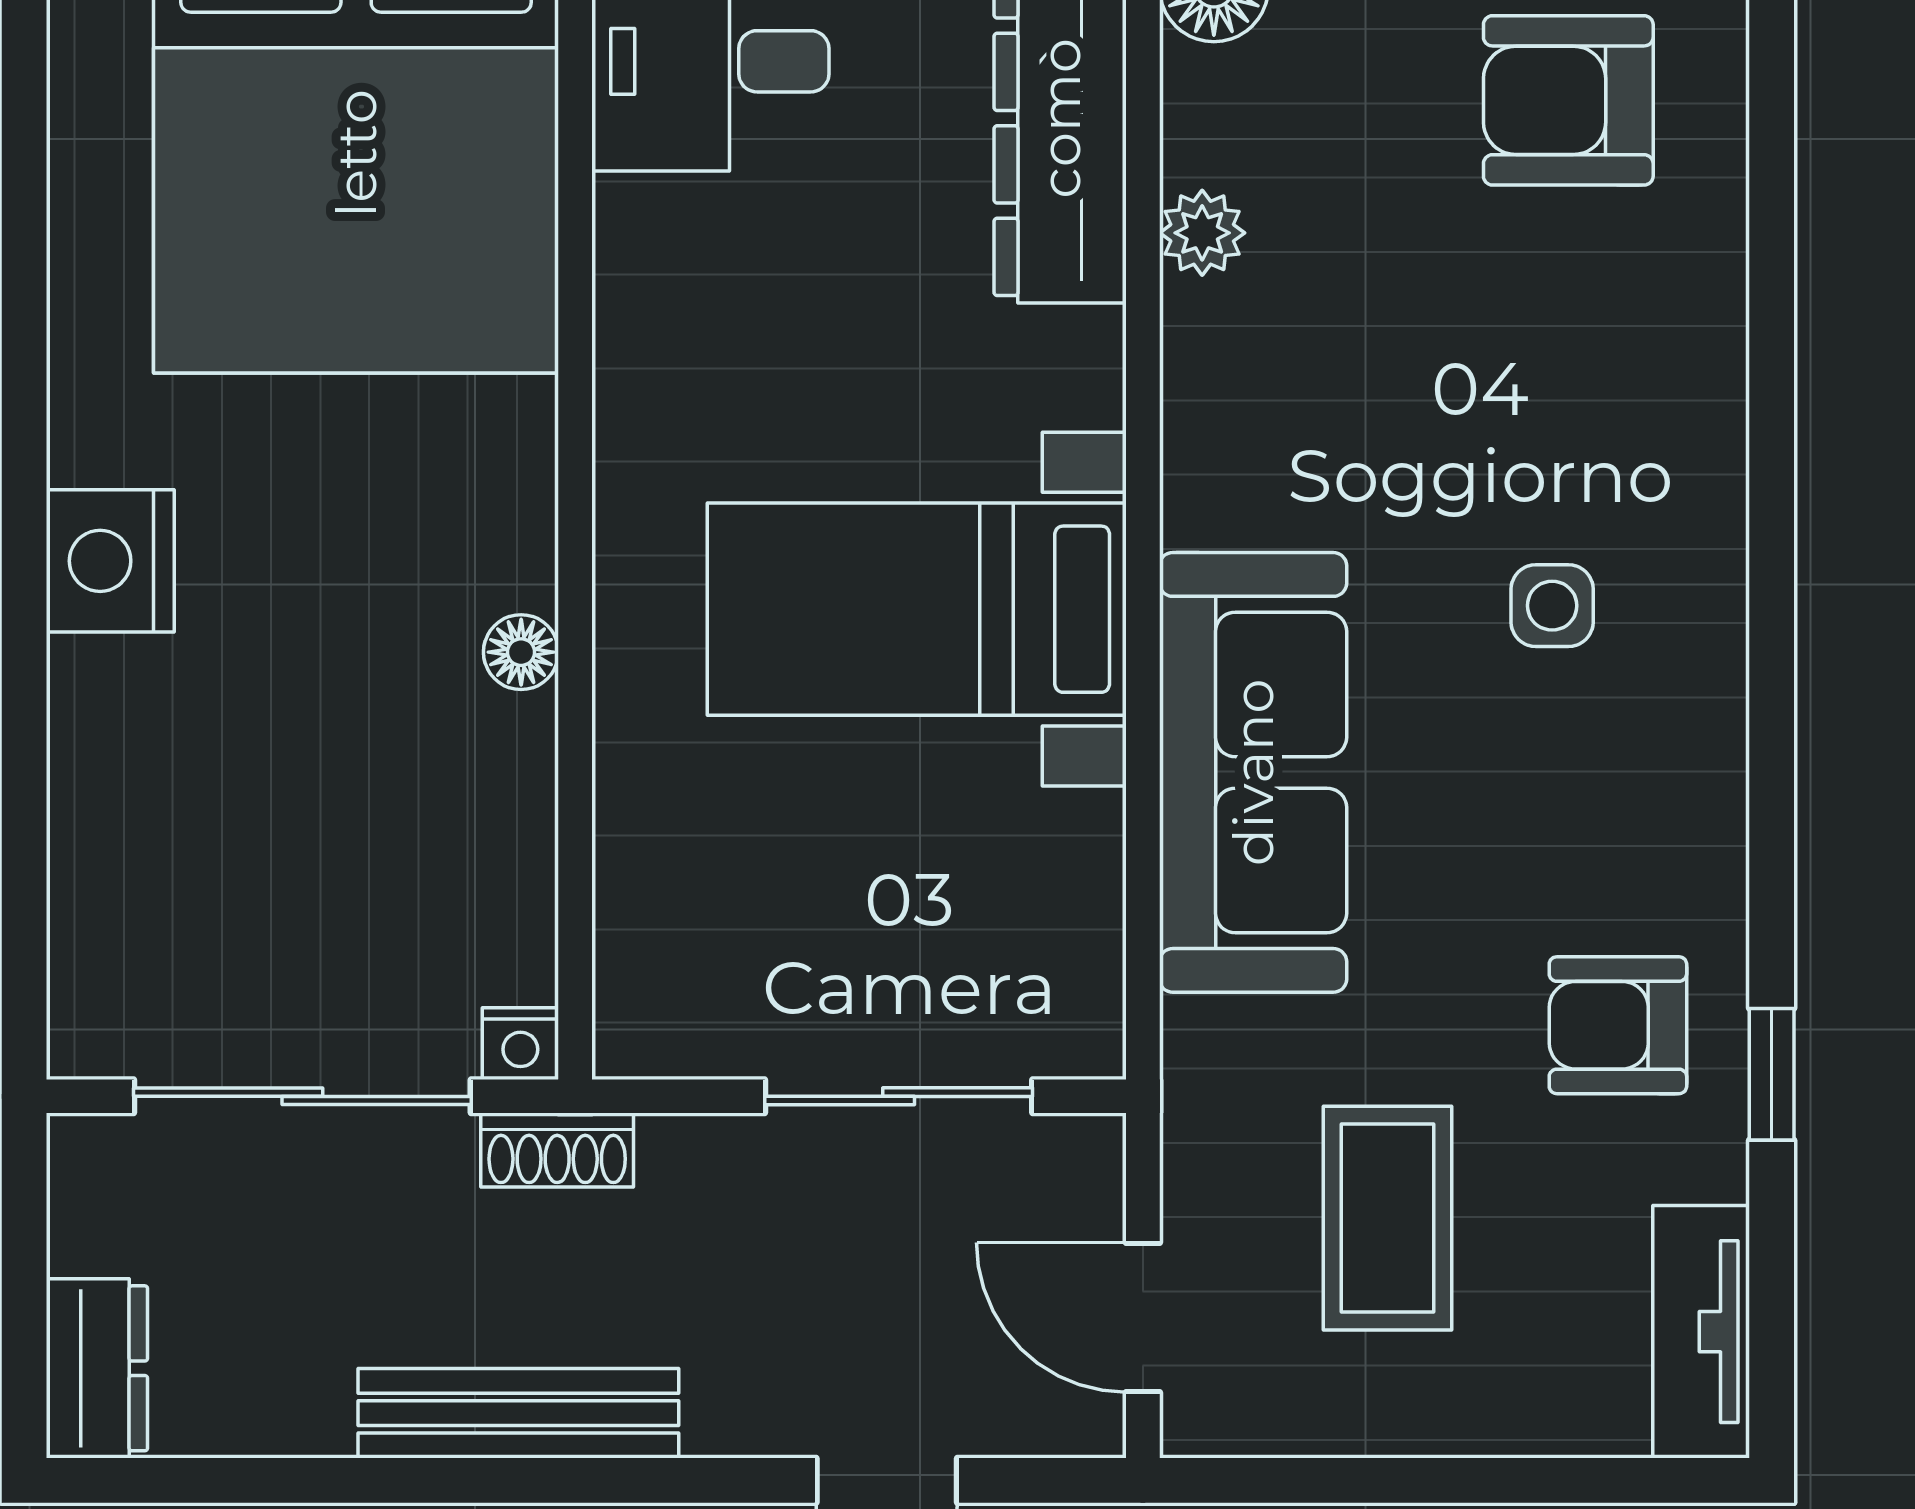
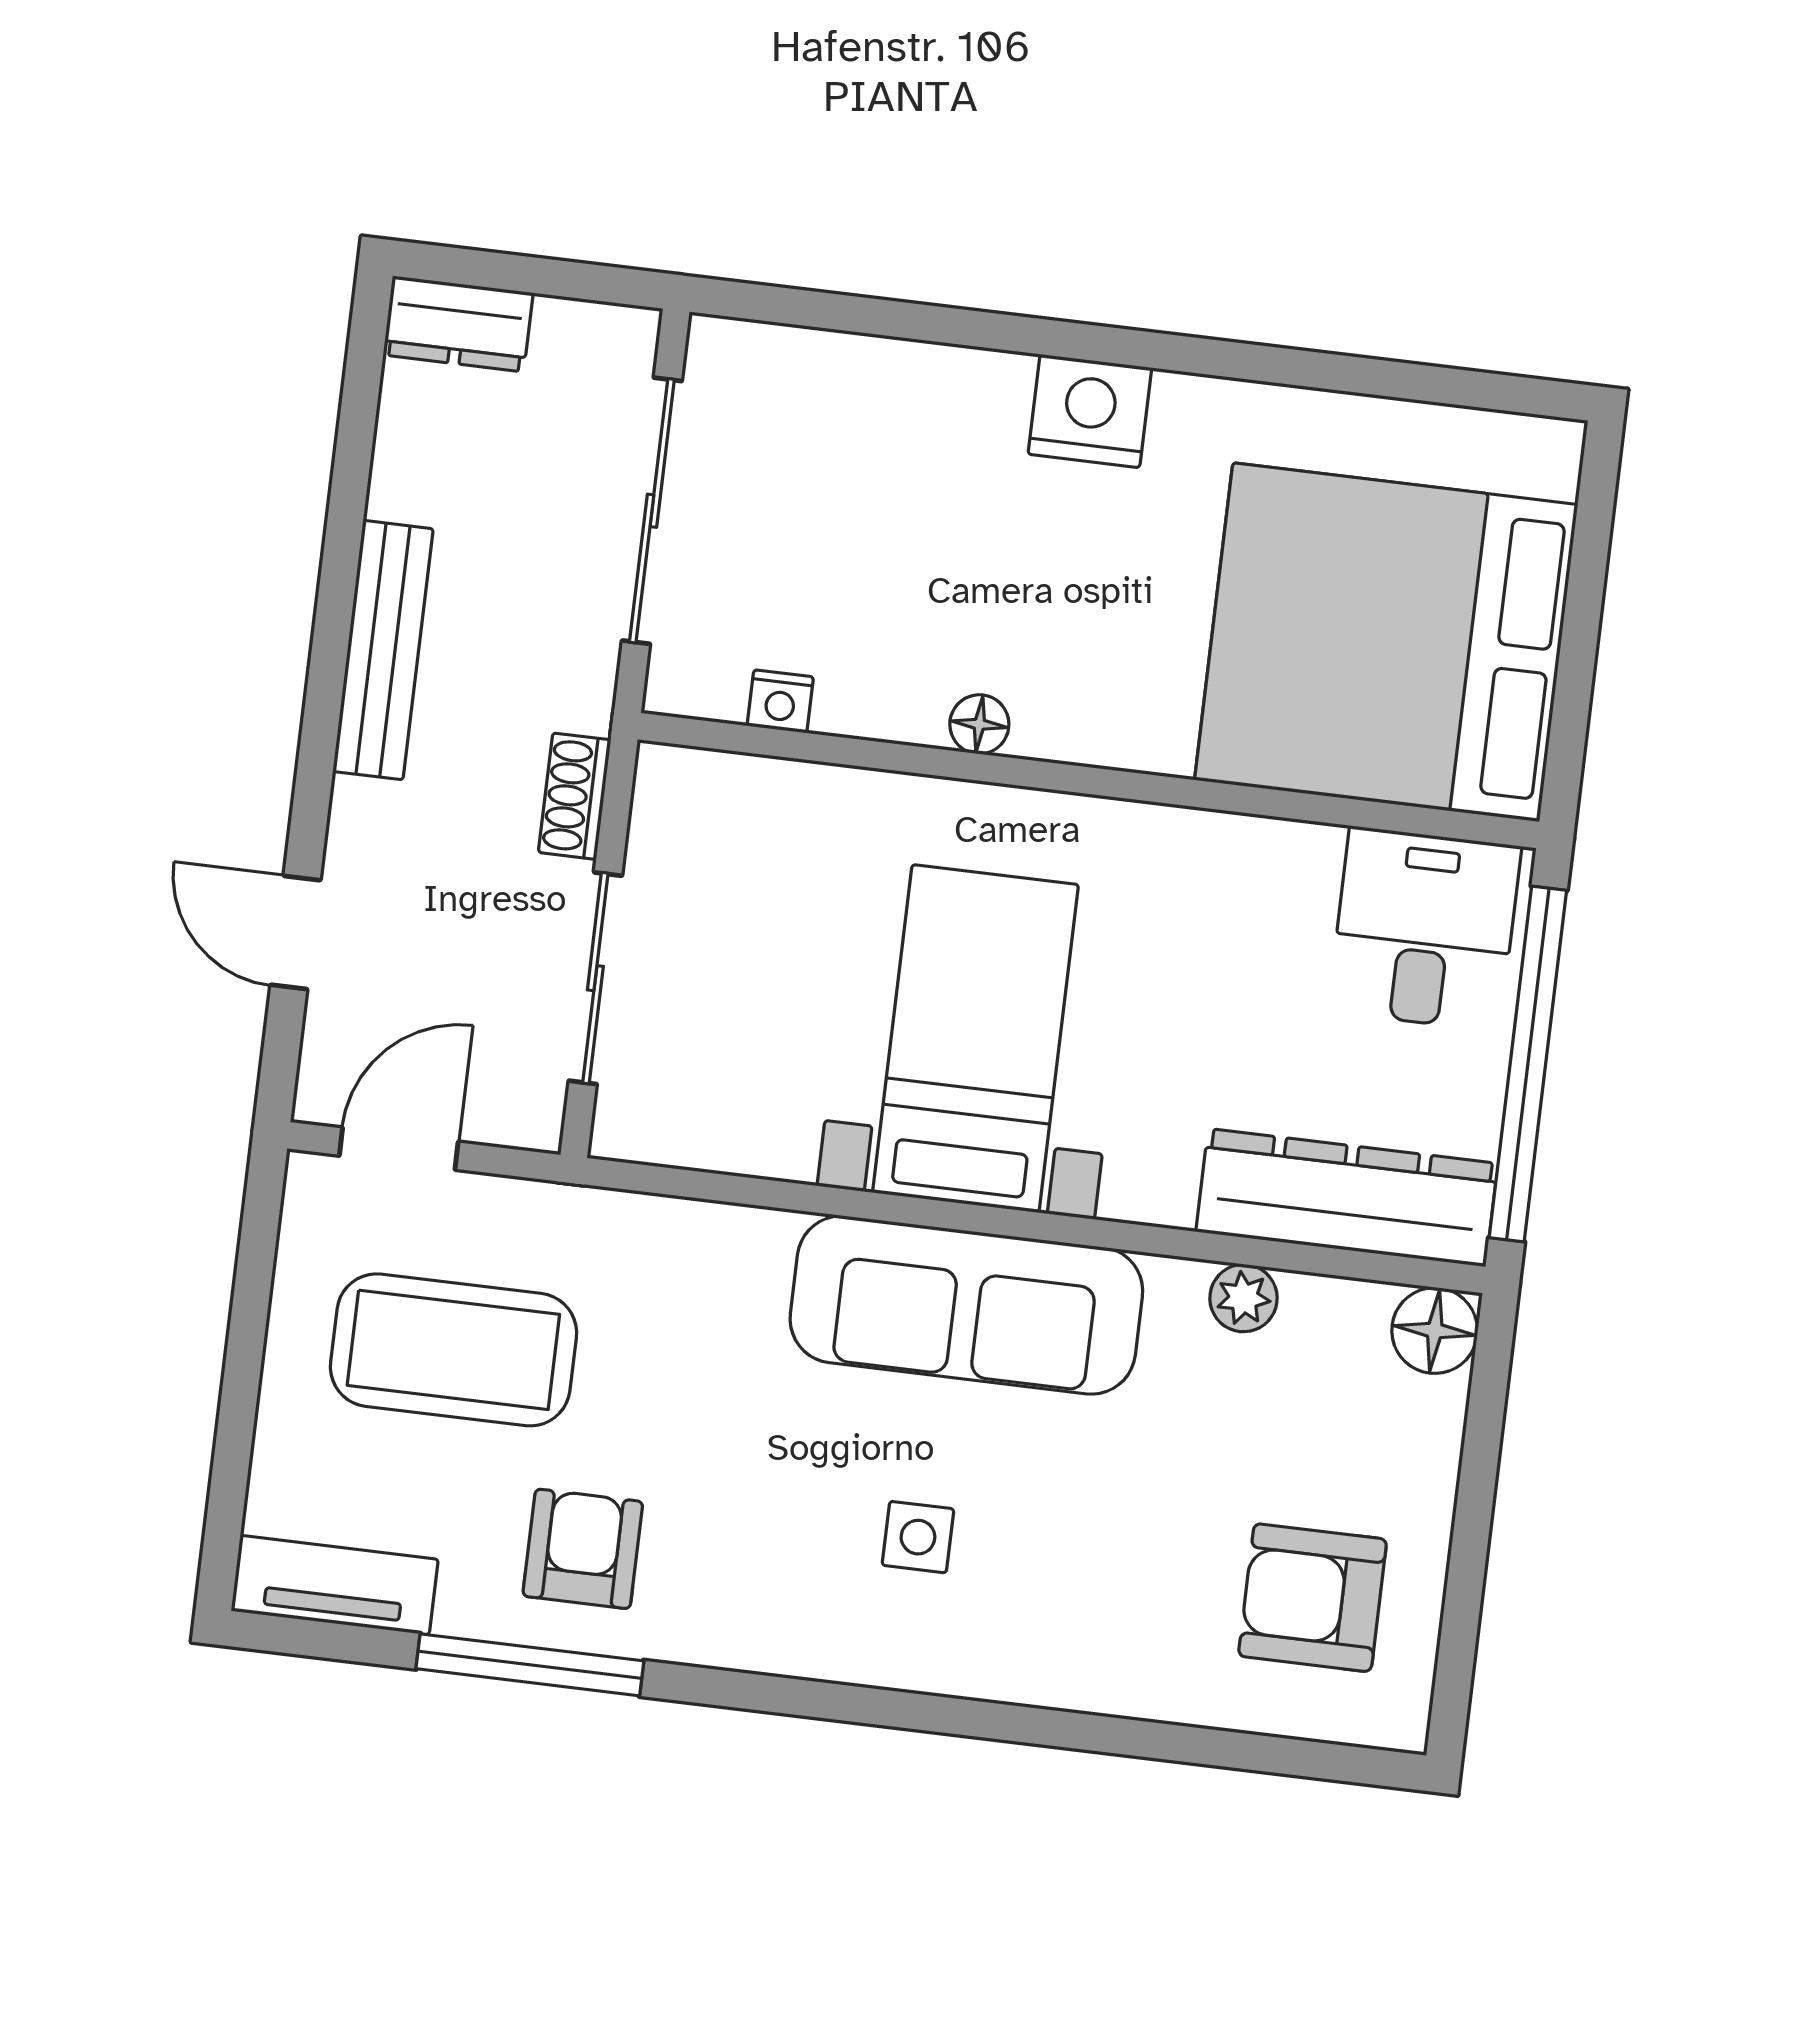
armchair: (1568, 100) -> (1313, 1598), turned -90
sofa: (1253, 772) -> (966, 1305), moved
nightstand: (520, 1044) -> (780, 701), moved, turned -90
window: (1772, 1074) -> (530, 1665), width x2.17
shoe rack: (557, 1150) -> (575, 796), moved
coffee table: (1387, 1218) -> (453, 1350), width x1.36, depth x1.32

